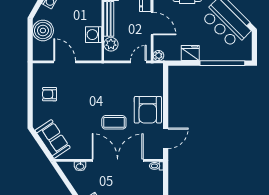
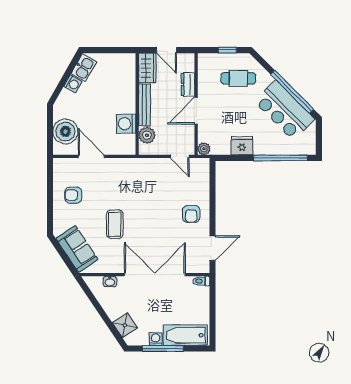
door: (152, 24) -> (196, 111), swing flipped
boiler: (43, 30) -> (65, 132), moved
door: (138, 62) -> (180, 156), swing flipped
armchair: (148, 110) -> (191, 214), width x0.53, depth x0.53
coffee table: (114, 122) -> (115, 224), moved, turned 90

